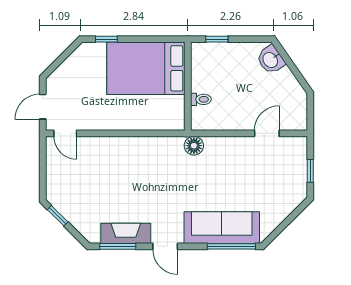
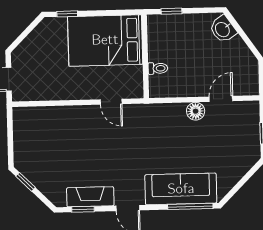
door: (65, 133) -> (111, 102), moved
floor lamp: (194, 146) -> (196, 111), moved
window: (118, 246) -> (83, 209), width x0.67

